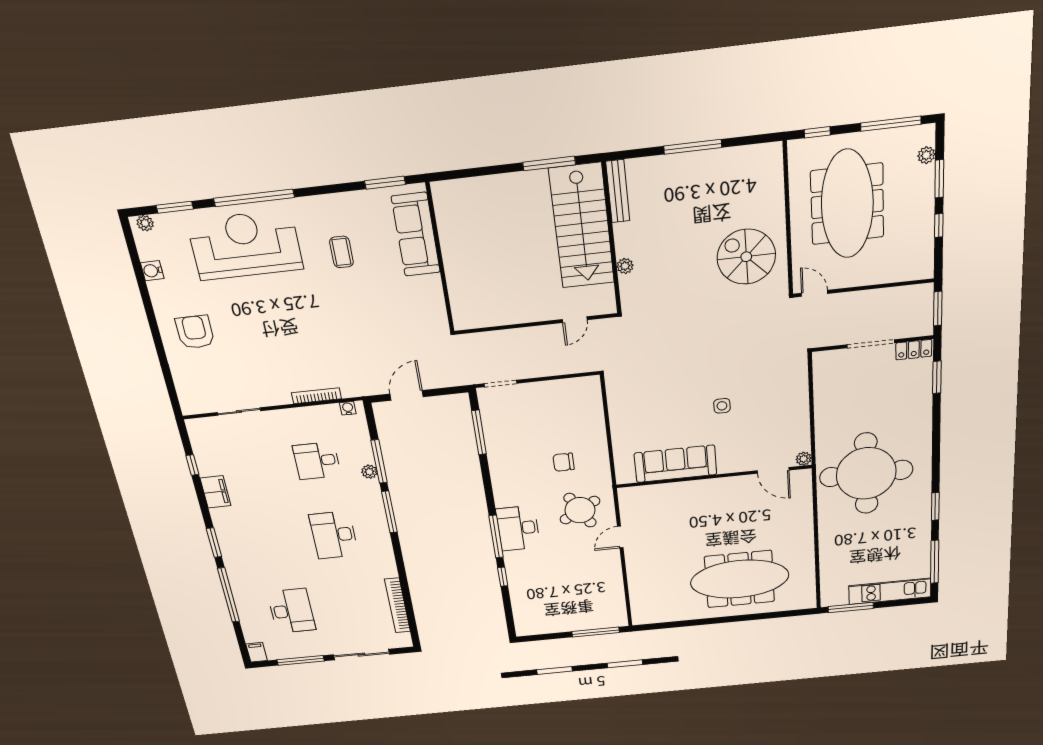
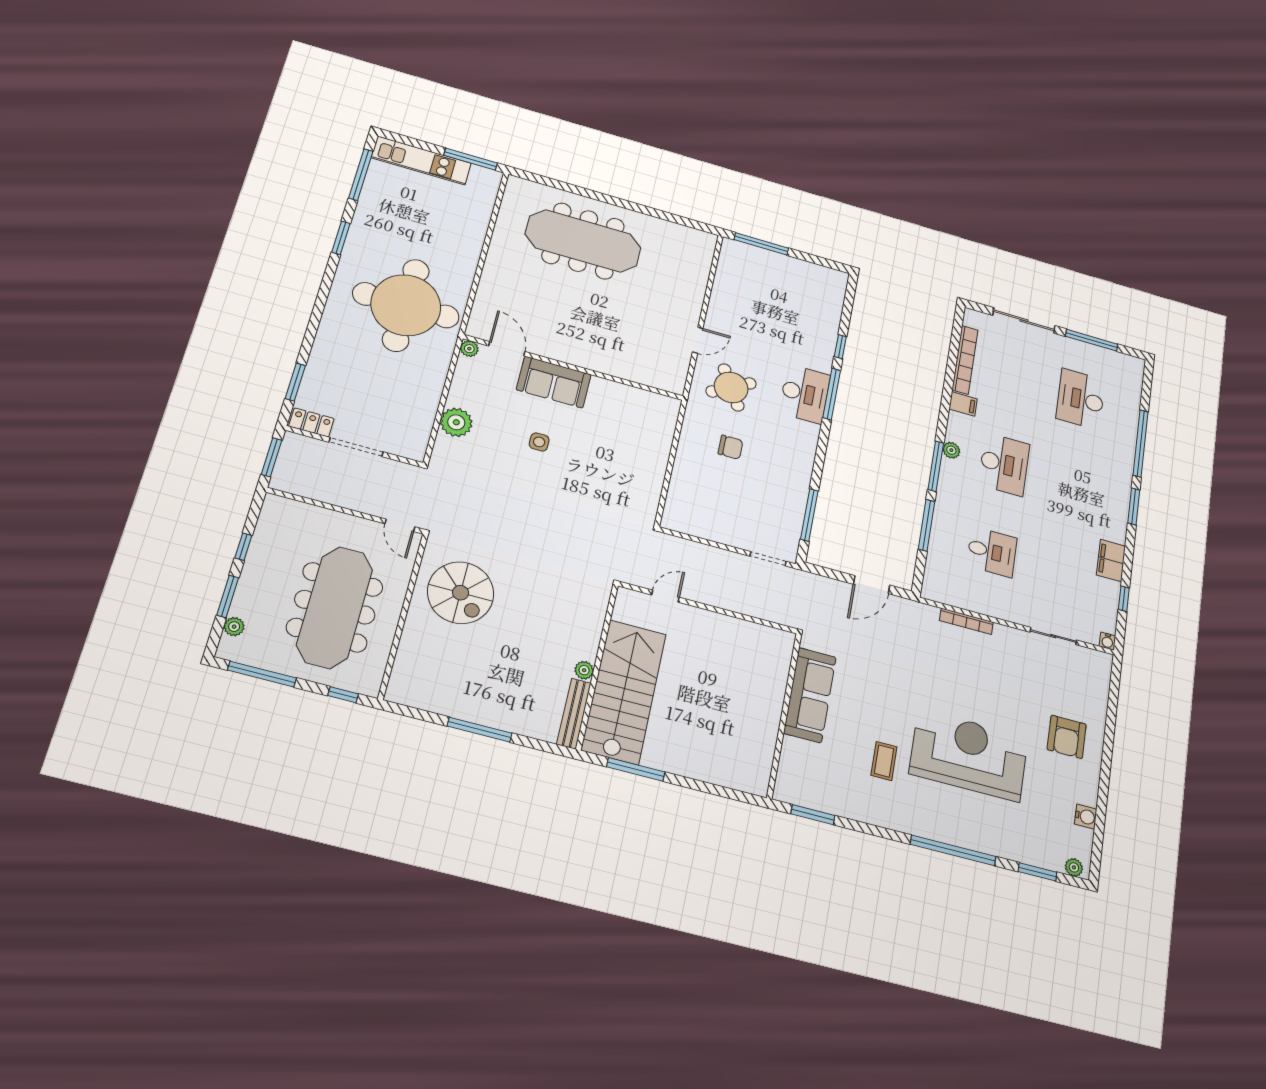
sofa: (416, 235) -> (810, 695), moved
reception desk: (245, 245) -> (969, 755), moved, turned 180
plant: (625, 266) -> (584, 670), moved
plant: (795, 396) -> (456, 422), added
water cooler: (348, 408) -> (1107, 641), moved
sofa: (675, 464) -> (554, 382), moved, width x0.73
plant: (369, 472) -> (951, 450), moved
filing cabinet: (257, 652) -> (963, 404), moved, turned -90

